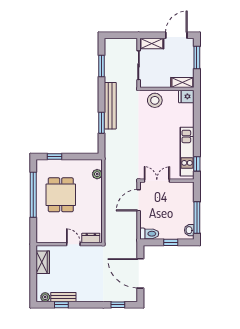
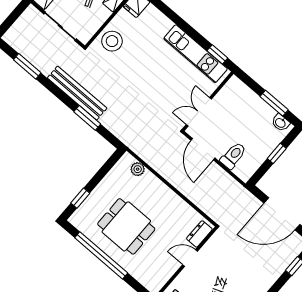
window: (197, 218) -> (274, 103), width x0.69
toilet: (149, 234) -> (233, 156), moved

